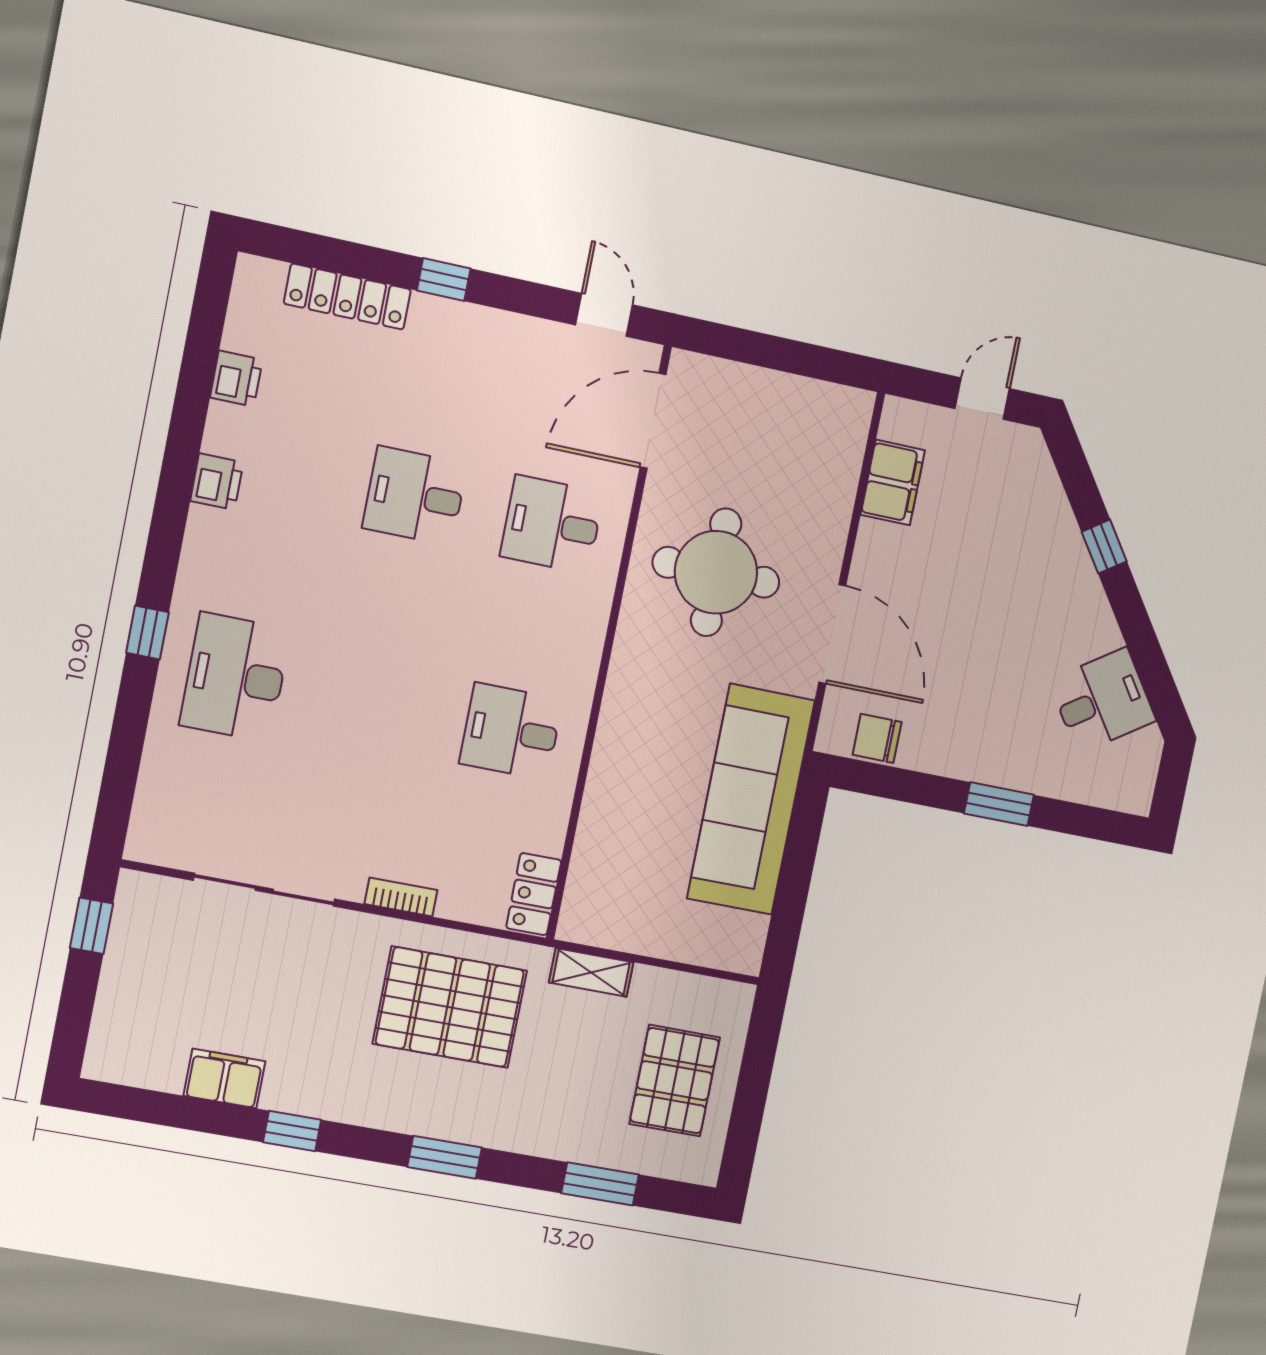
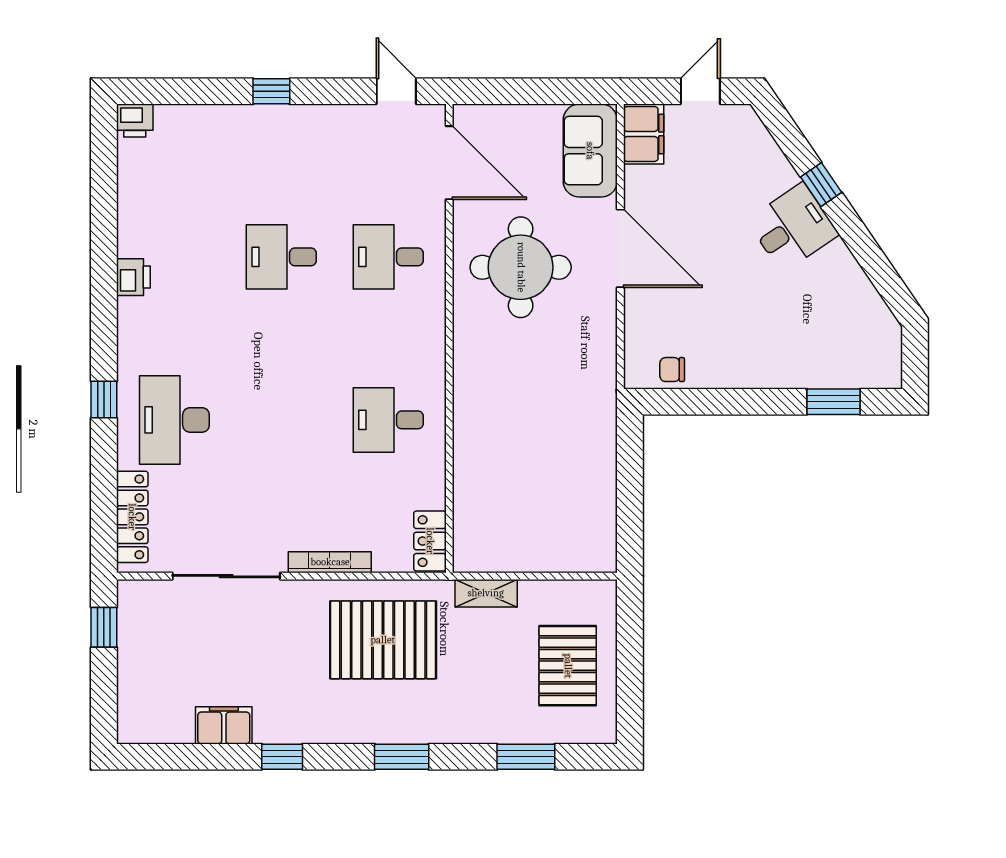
locker: (347, 297) -> (132, 517), moved, turned -90
printer: (236, 379) -> (135, 121), moved, turned 90
door: (653, 421) -> (449, 163), swing flipped
filing cabinet: (893, 482) -> (644, 134), moved
door: (832, 634) -> (620, 248), moved
desk: (1102, 701) -> (793, 227), moved
chair: (877, 738) -> (672, 370), width x0.73, depth x0.73
sofa: (751, 799) -> (590, 151), moved, width x0.54, depth x0.79
window: (999, 804) -> (833, 402), moved
bookcase: (401, 897) -> (330, 562), width x1.56

